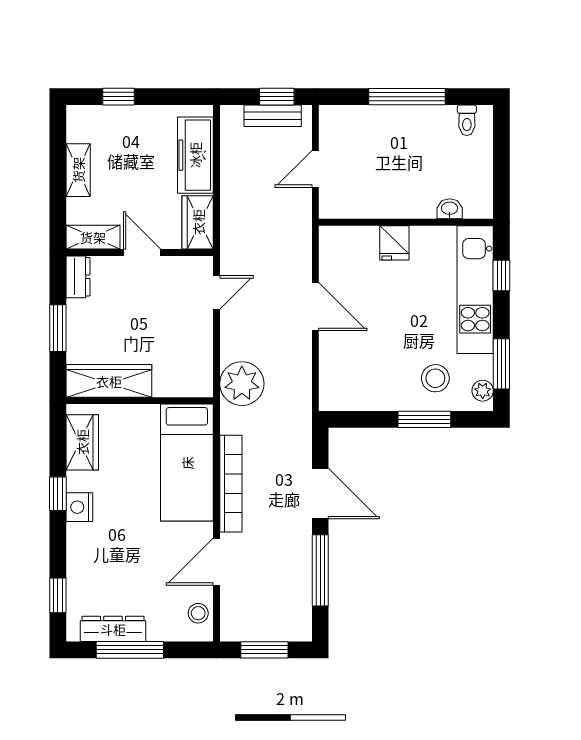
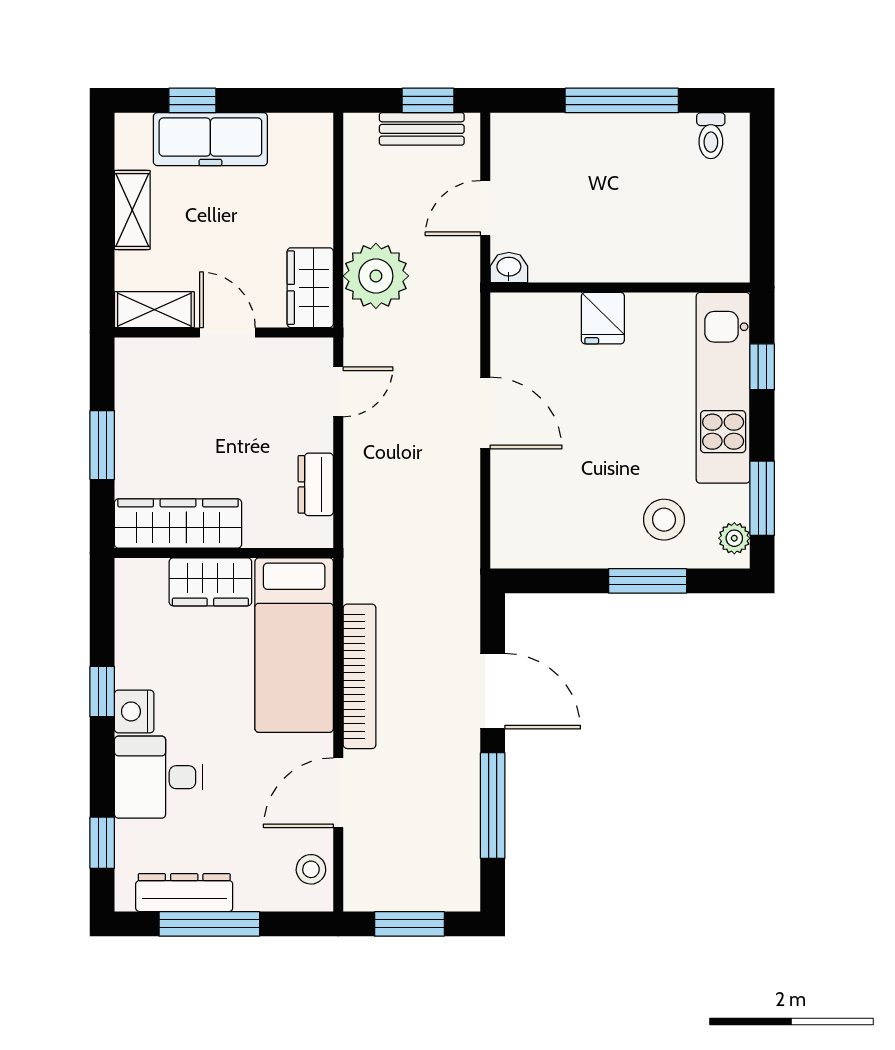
freezer: (195, 155) -> (210, 139), moved, turned -90
washbasin: (450, 209) -> (509, 268), moved
dresser: (78, 277) -> (316, 484), moved, turned 180
plant: (242, 384) -> (376, 276), moved
wardrobe: (82, 442) -> (210, 582), moved, turned 90
desk: (96, 551) -> (159, 777), added

